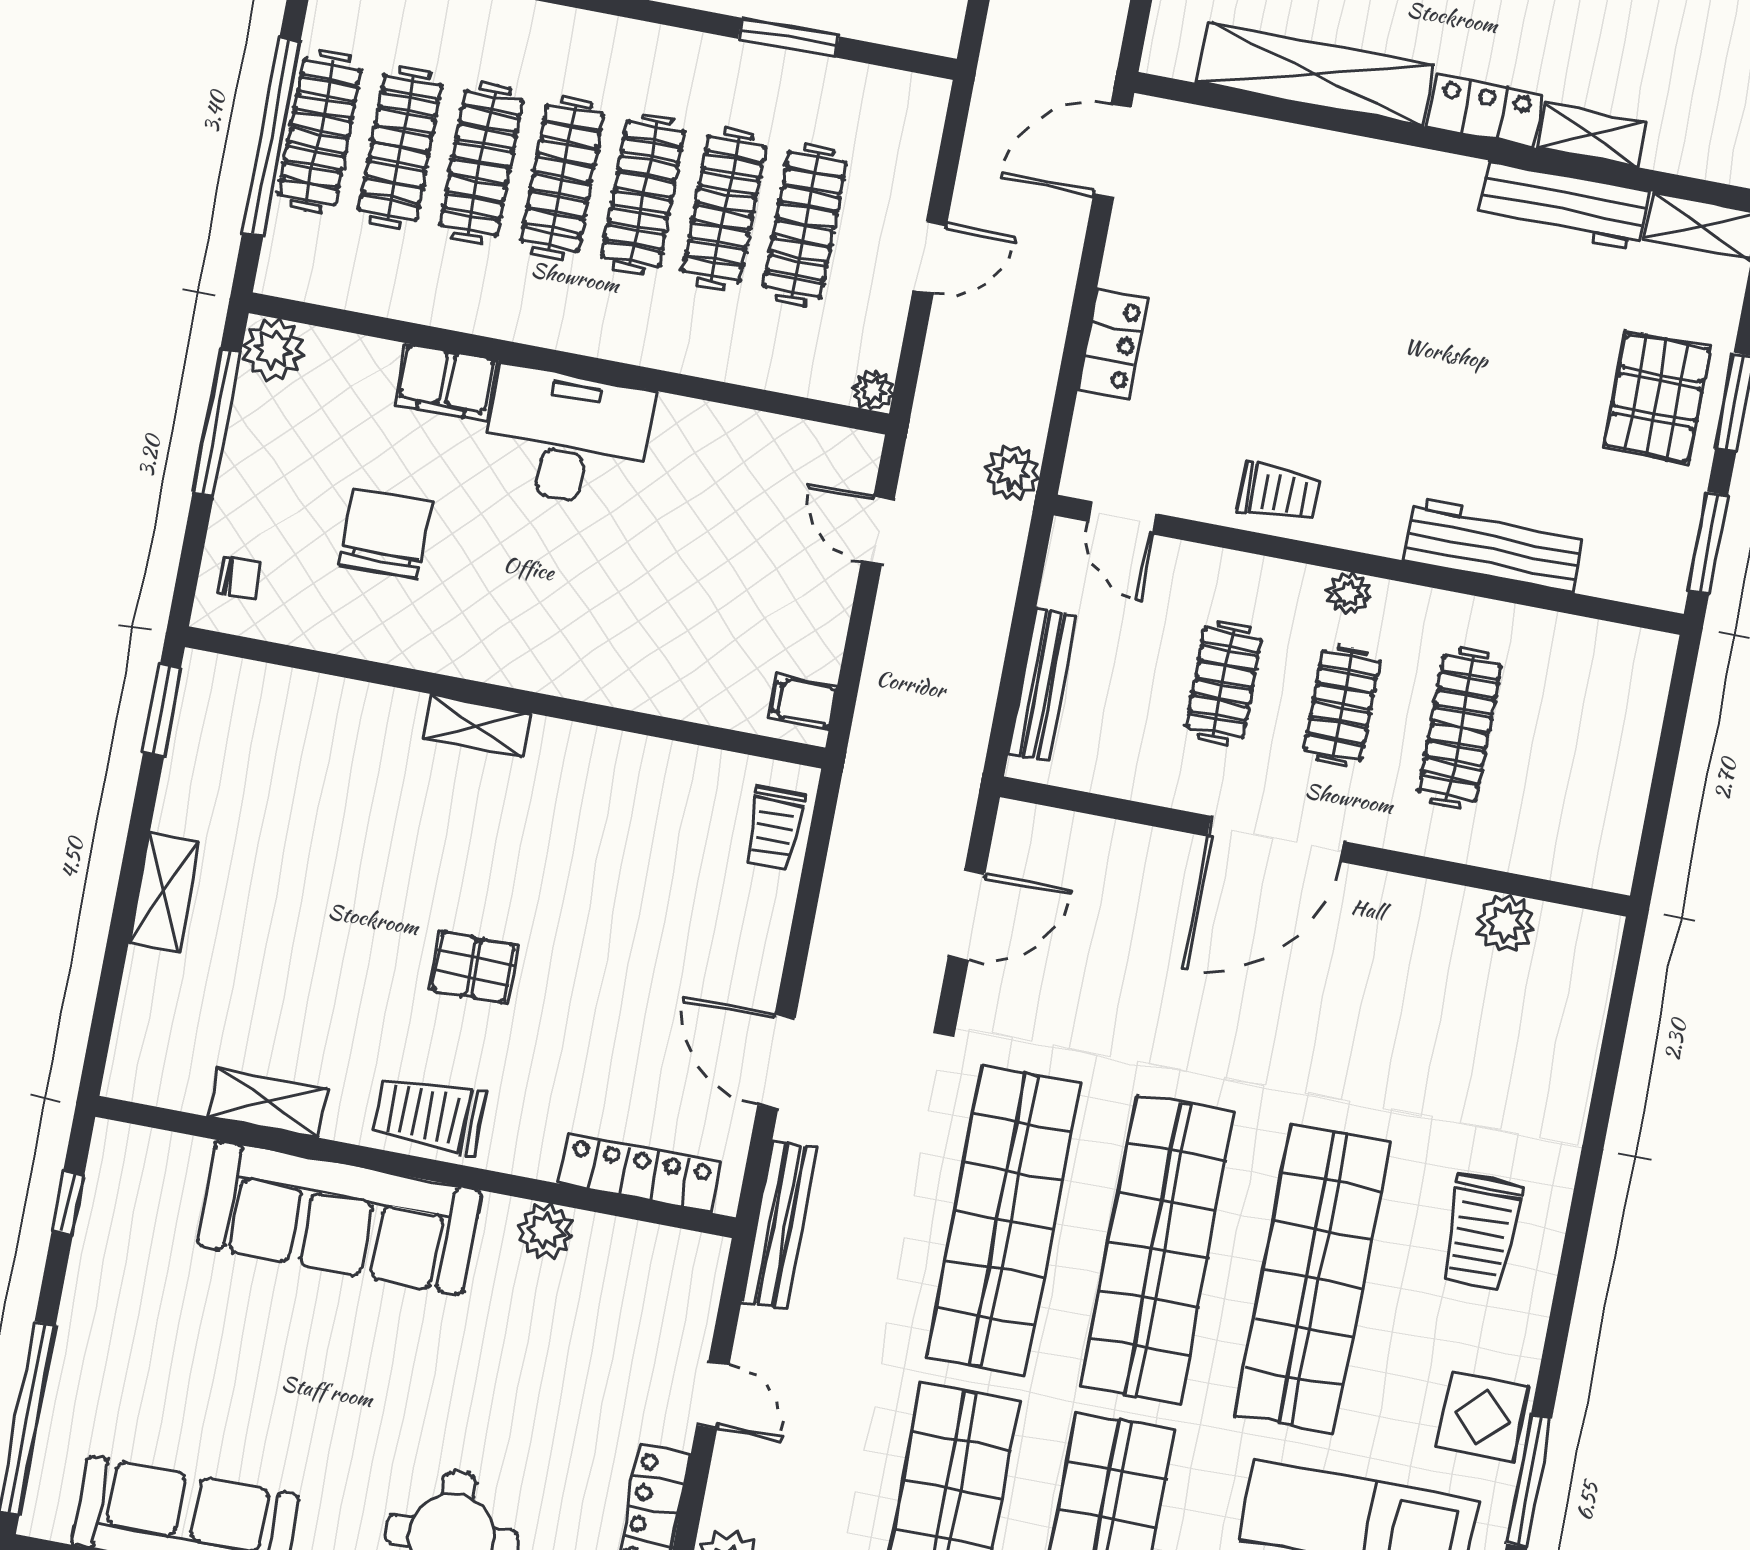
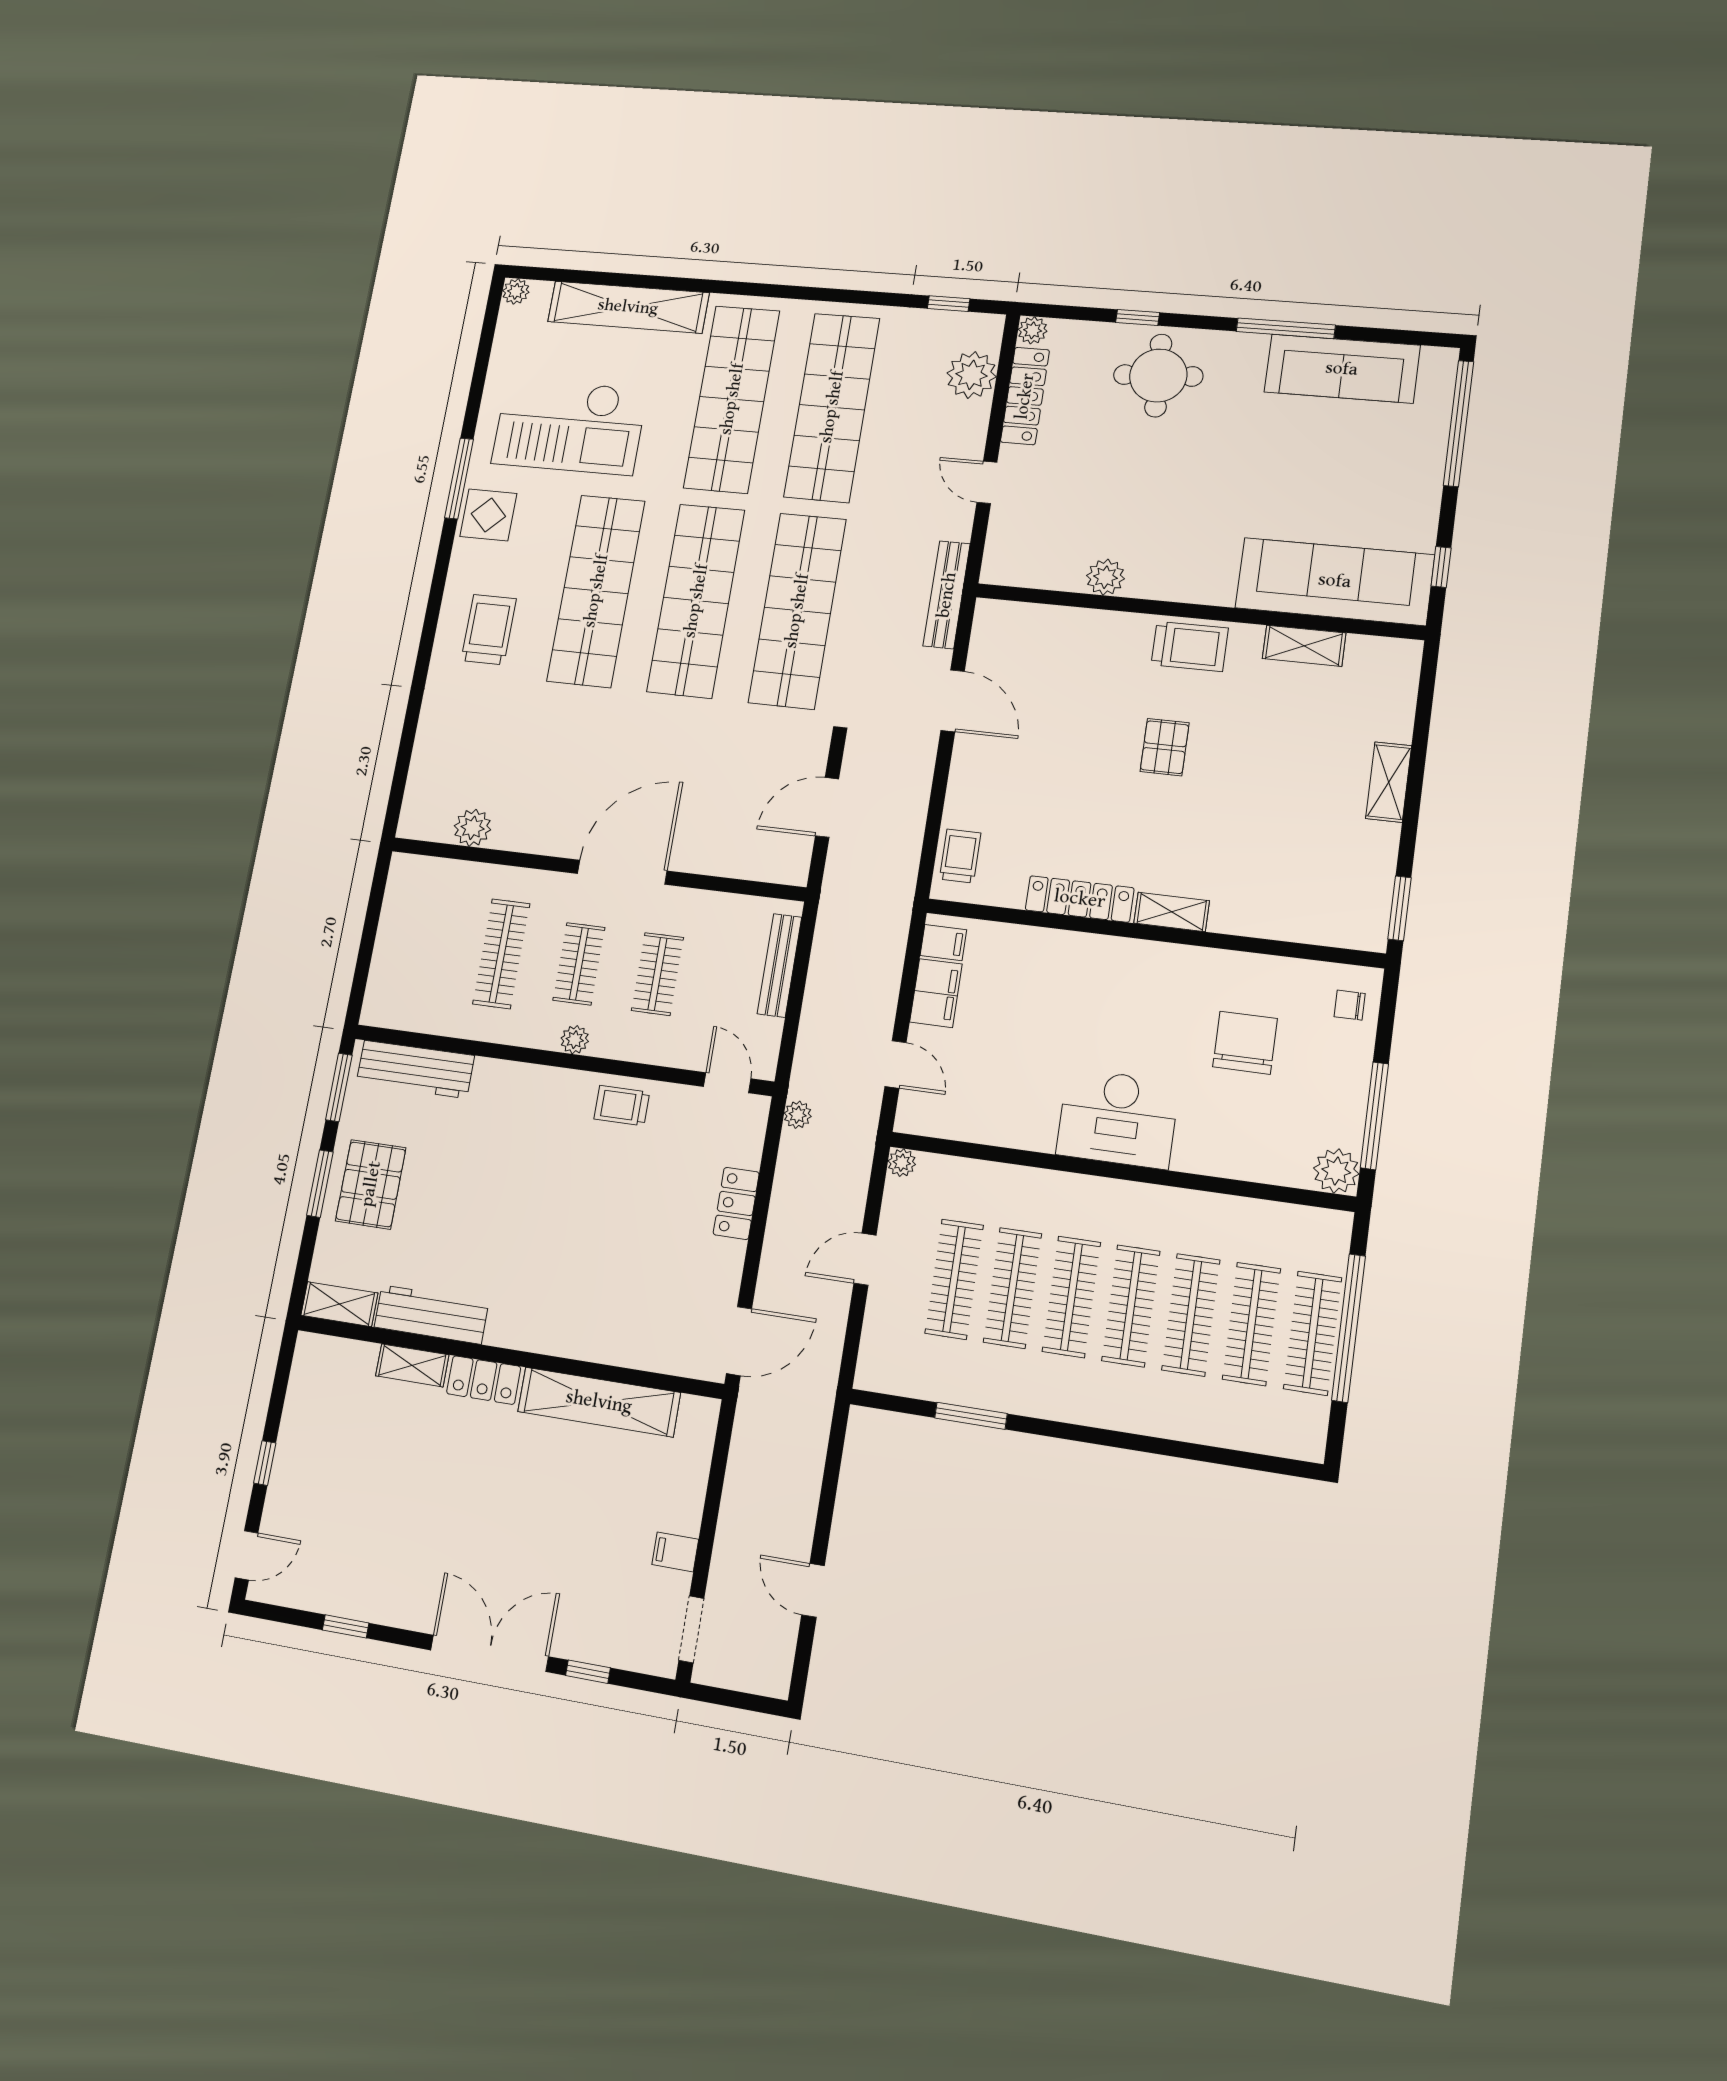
filing cabinet: (446, 382) -> (936, 993), moved, turned 90
plant: (1012, 472) -> (798, 1115), width x0.73, depth x0.73
chair: (386, 534) -> (1245, 1043), turned 180
workbench: (1494, 545) -> (415, 1069), moved
pallet: (474, 967) -> (1165, 747), turned 90
locker: (640, 1173) -> (1080, 899), moved, turned 180
sofa: (339, 1218) -> (1335, 581), moved

